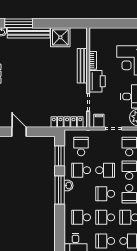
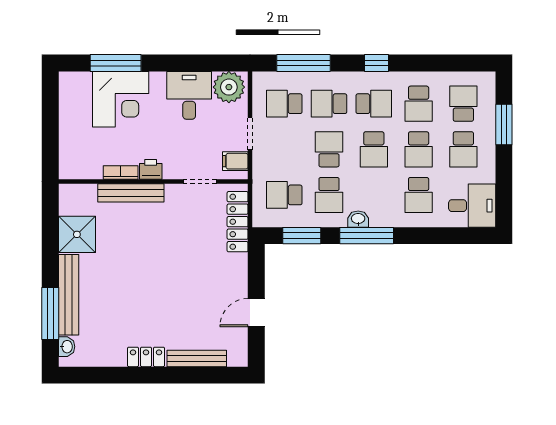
printer: (97, 81) -> (151, 169), width x0.53, depth x0.68

